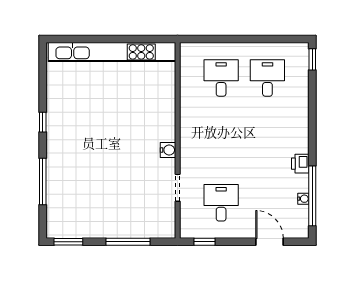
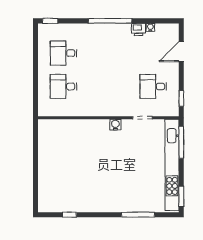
kitchen unit: (112, 52) -> (172, 165), moved, turned 180
window: (43, 122) -> (69, 215), moved
printer: (300, 164) -> (139, 30), moved
window: (312, 196) -> (110, 21), moved
window: (128, 242) -> (181, 142), moved

